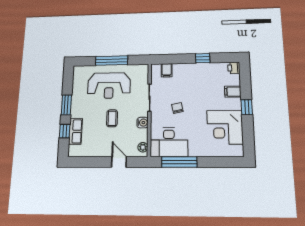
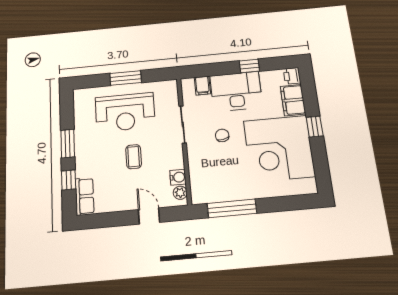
window: (112, 61) -> (126, 78), width x0.69
filing cabinet: (233, 92) -> (293, 100), width x2.00
water cooler: (143, 123) -> (178, 177), moved
corner desk: (225, 127) -> (279, 149), width x1.36, depth x1.36
row of seats: (75, 131) -> (84, 196), moved
desk: (169, 142) -> (236, 91), moved, turned 180

